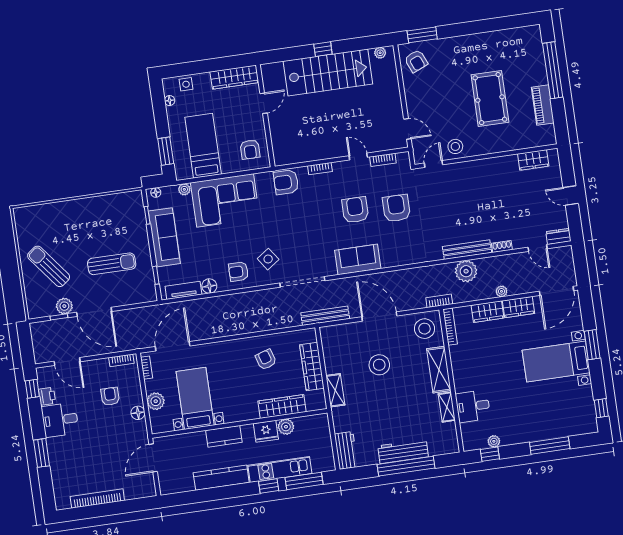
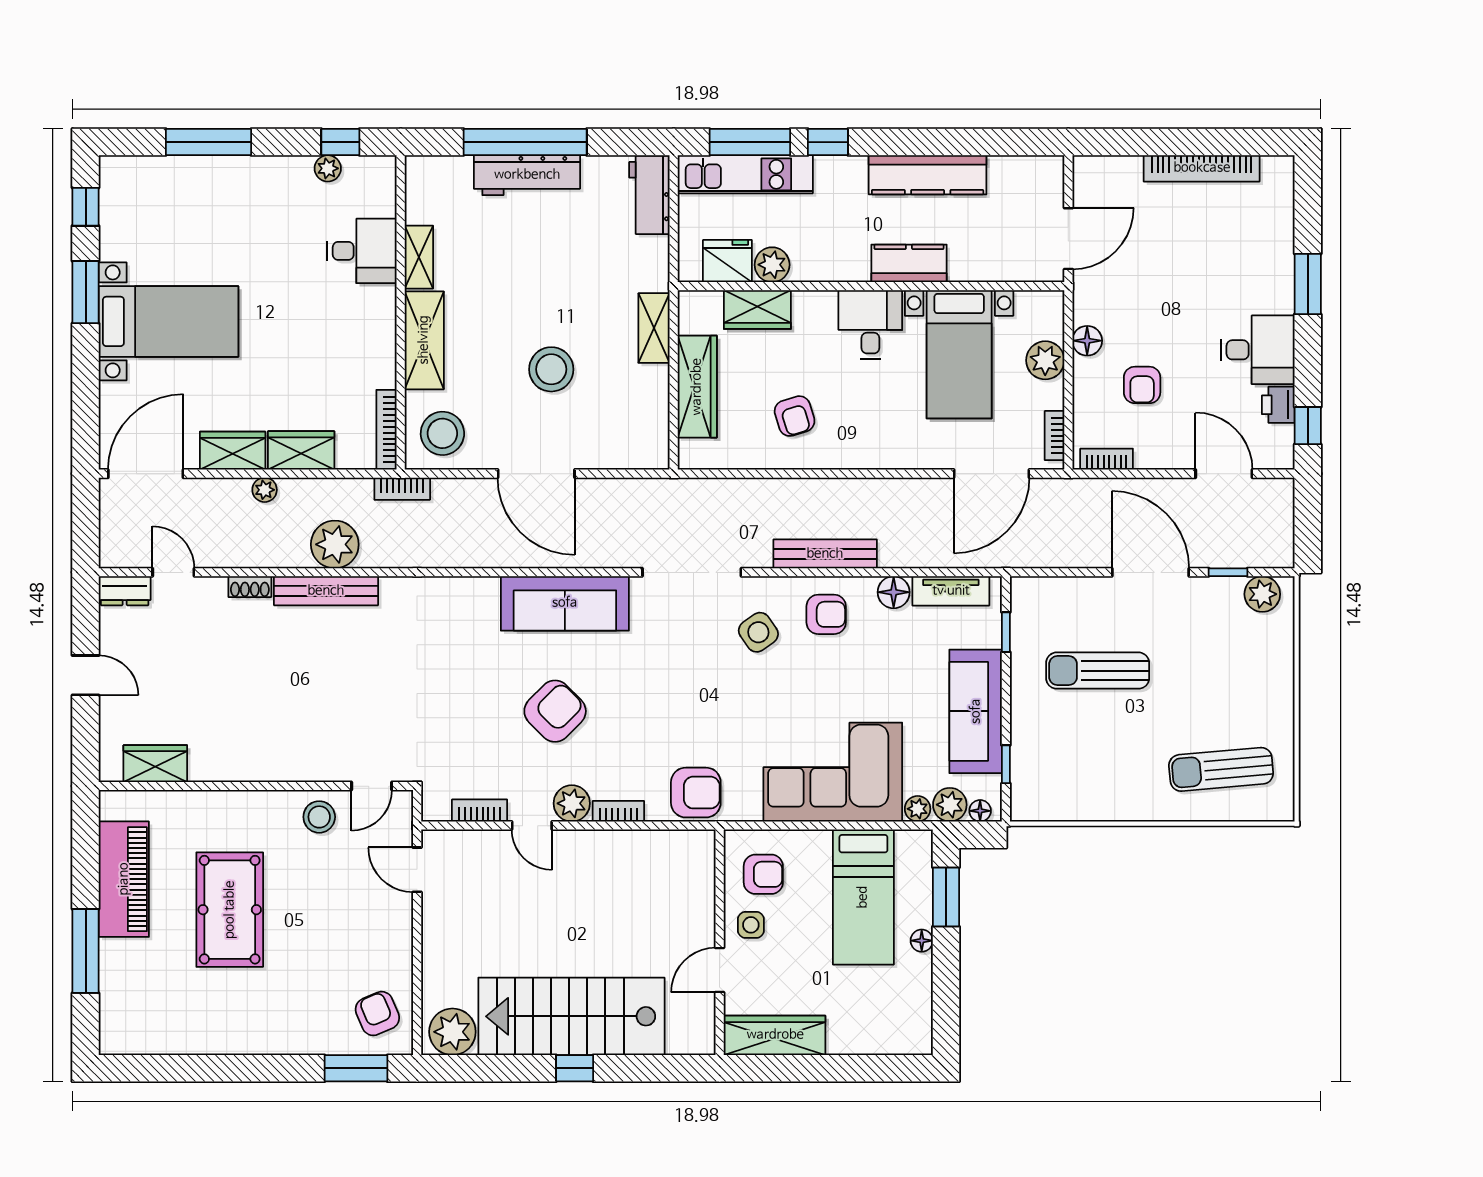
plant: (380, 53) -> (452, 1032), width x1.88, depth x1.88
window: (553, 70) -> (86, 951), width x0.68
side table: (186, 84) -> (751, 925), moved
floor lamp: (170, 101) -> (922, 941), moved
piano: (543, 105) -> (124, 879), width x1.37, depth x1.33
armchair: (250, 149) -> (763, 874), turned 90
plant: (342, 169) -> (572, 803), added
plant: (170, 193) -> (950, 805), added
armchair: (396, 208) -> (466, 702), removed
armchair: (355, 210) -> (555, 711), turned -135
sofa: (358, 259) -> (565, 603), width x1.36
sun lounger: (49, 266) -> (1221, 769), moved, turned 123
plant: (64, 306) -> (1262, 594), moved
bench: (325, 316) -> (825, 554), moved
window: (592, 345) -> (86, 292), moved
desk: (237, 406) -> (870, 324), added
wardrobe: (282, 406) -> (757, 310), width x0.67
fridge: (266, 431) -> (727, 261), moved
kitchen unit: (280, 469) -> (745, 174), moved

